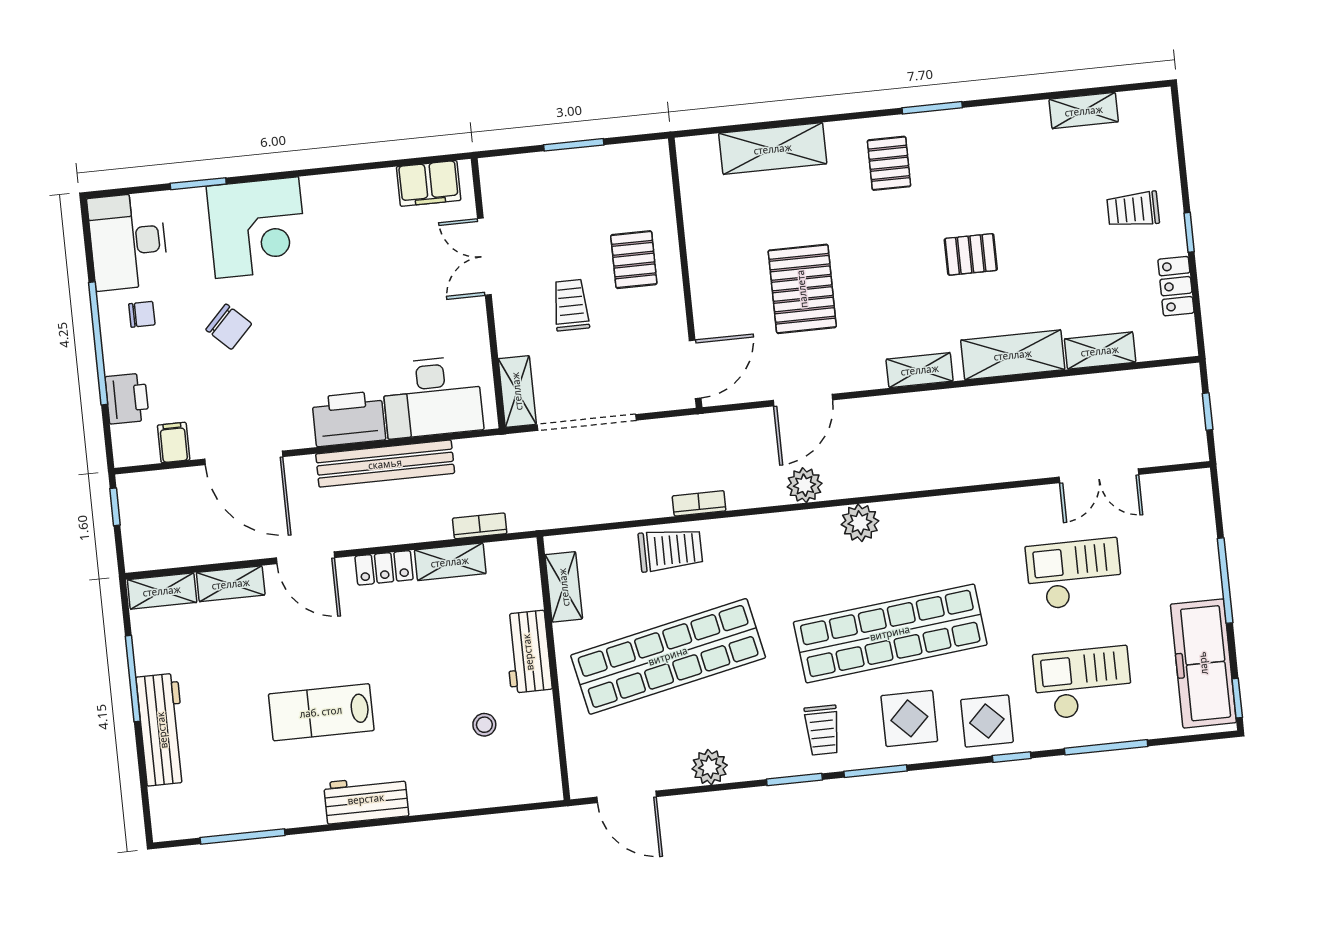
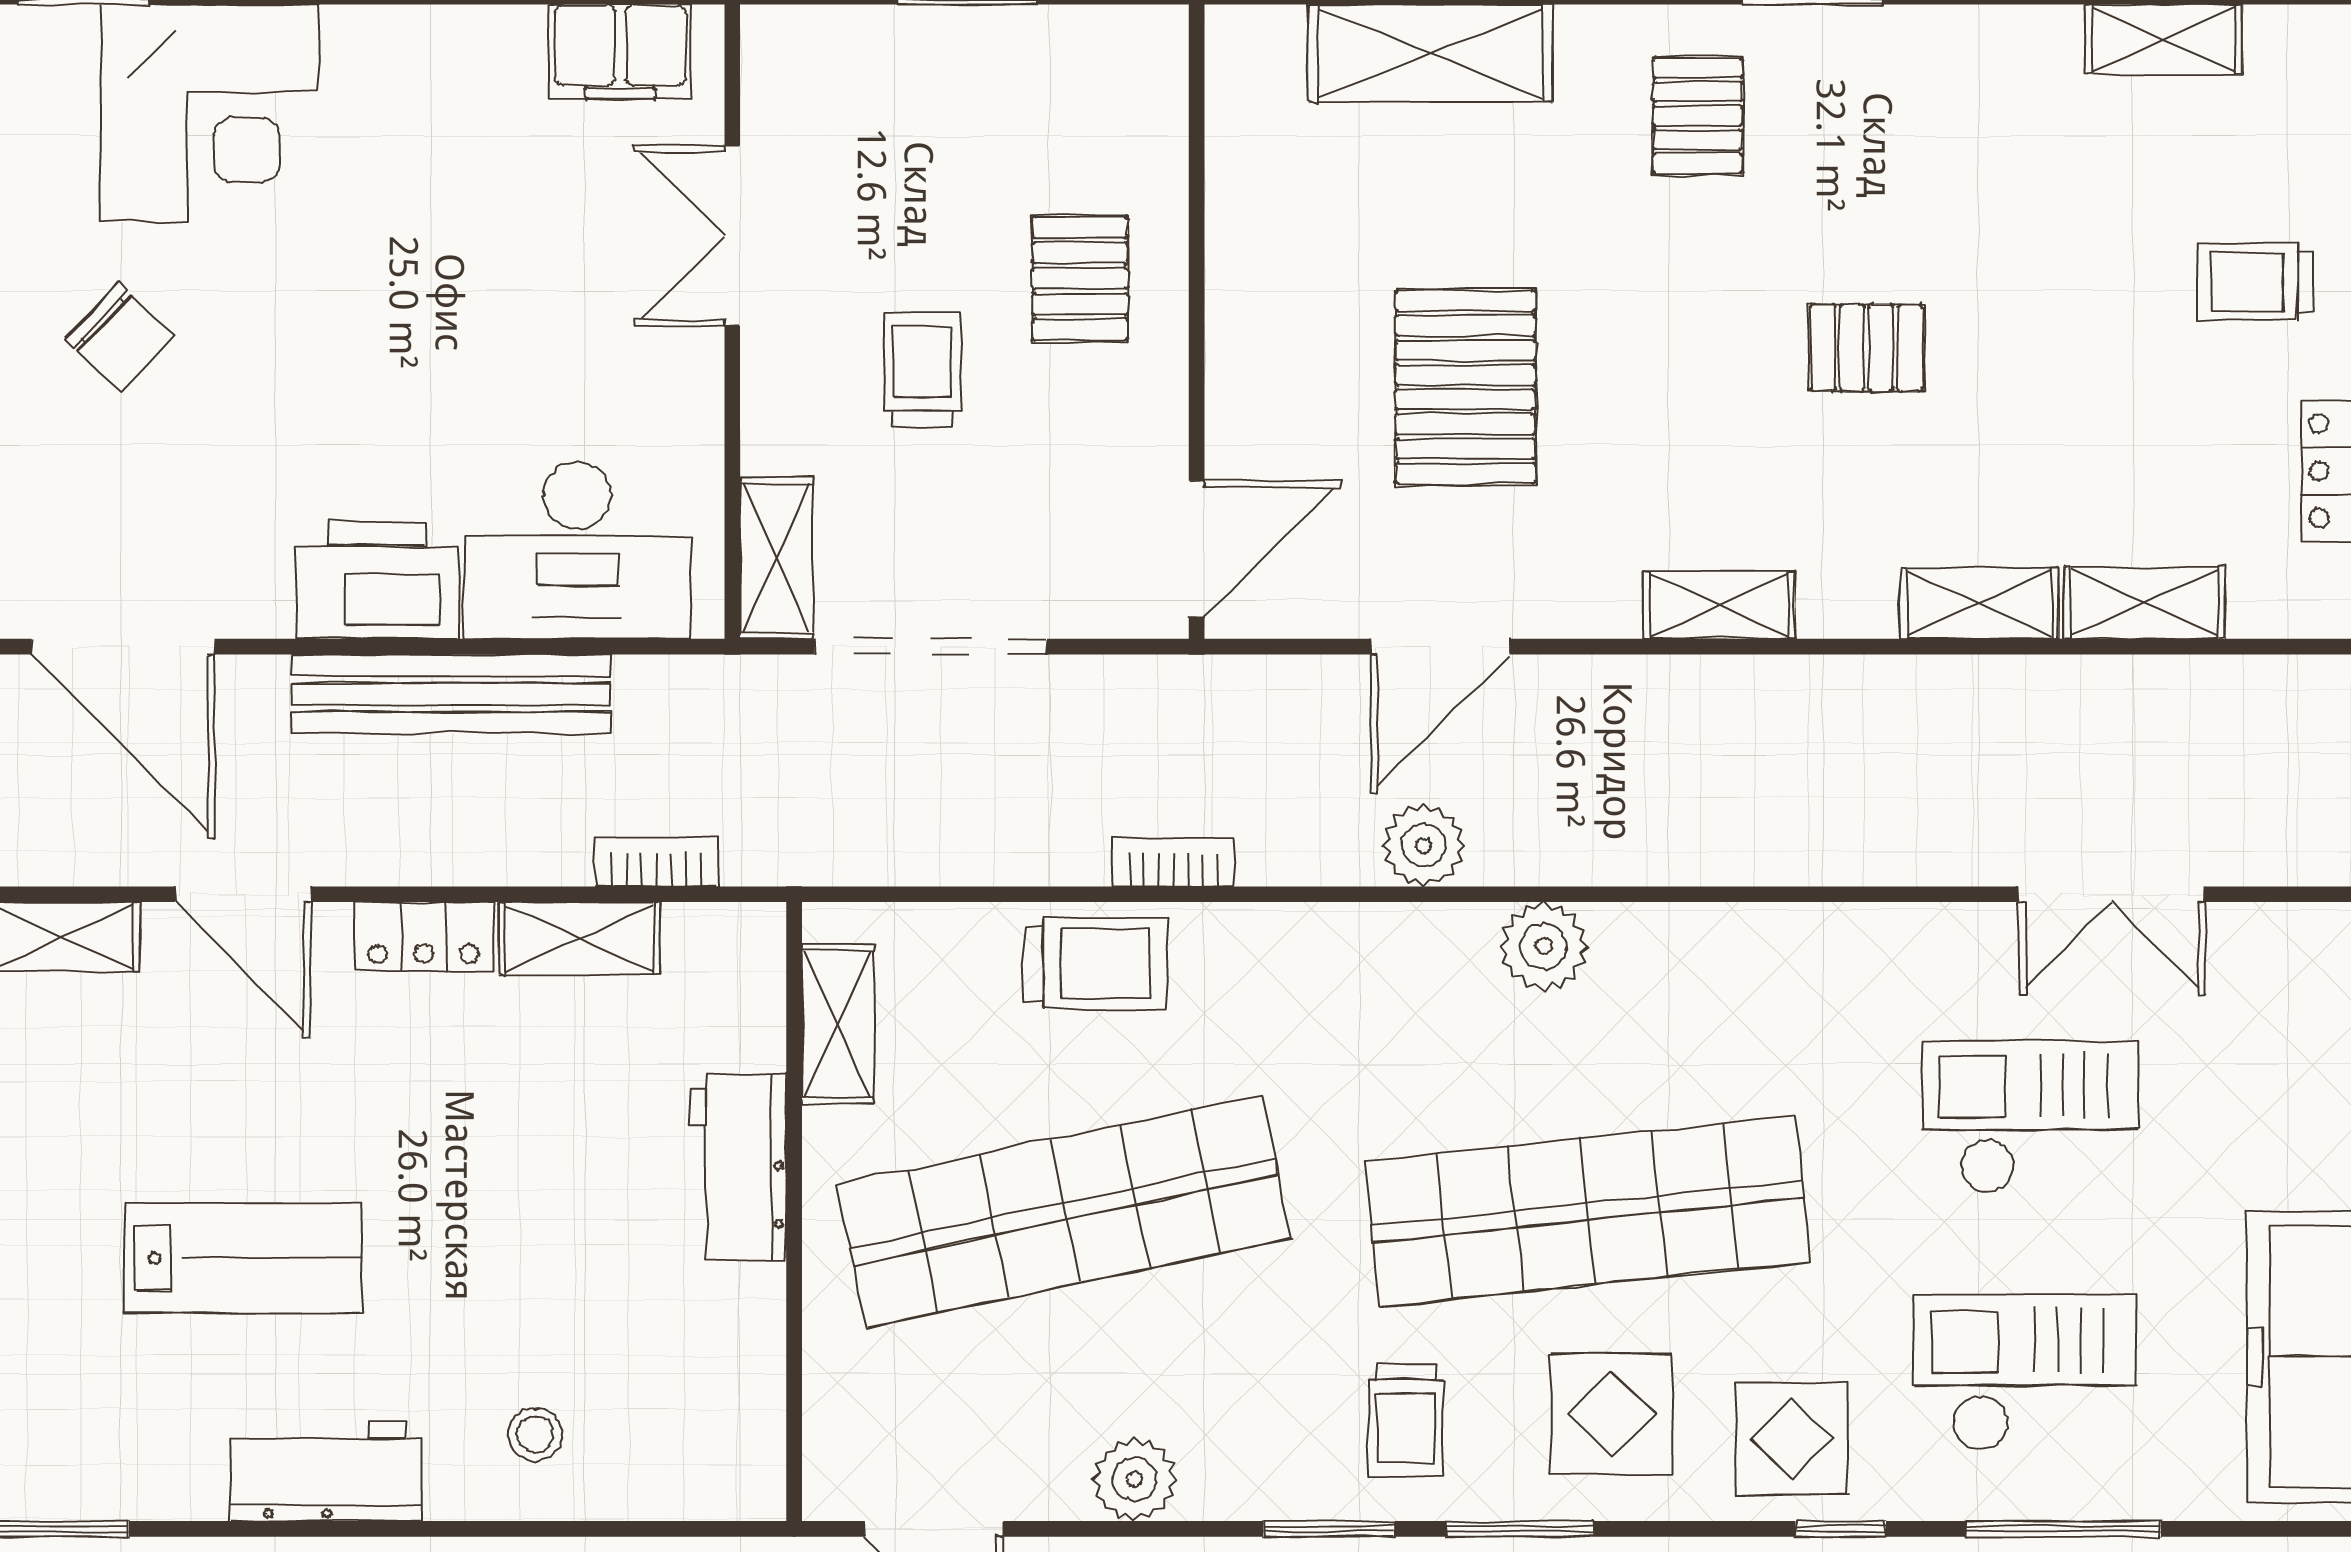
shelving: (1013, 355) -> (1979, 604), width x0.67, depth x0.75
lab bench: (321, 712) -> (243, 1258), turned 180
stool: (484, 725) -> (535, 1434), moved

